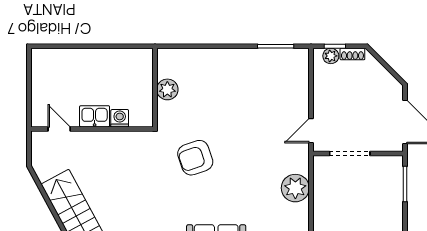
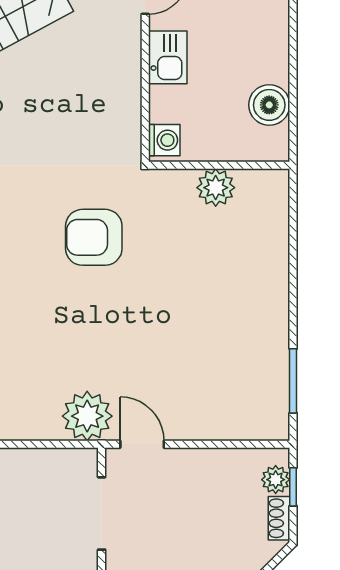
boiler: (121, 60) -> (269, 105), added
washing machine: (120, 118) -> (164, 140), moved
armchair: (195, 158) -> (94, 237), turned -71
plant: (295, 188) -> (87, 416), moved

